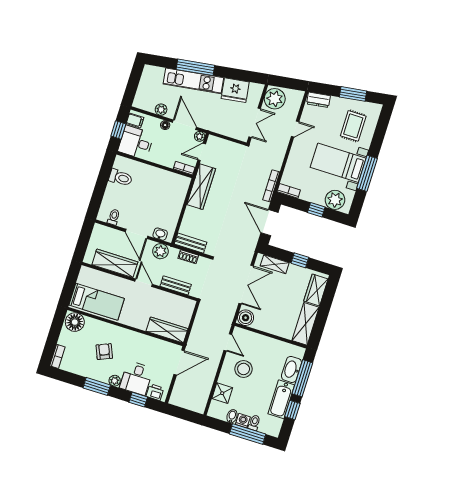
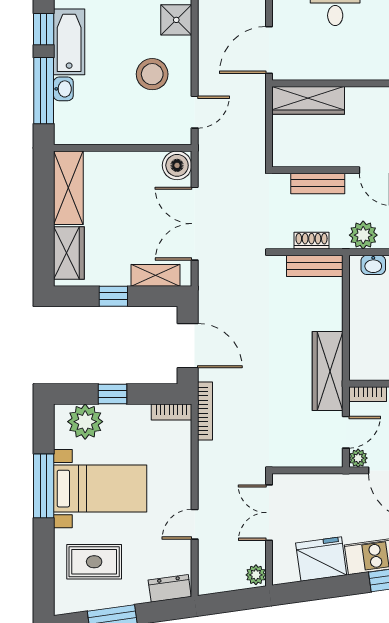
plant: (275, 99) -> (256, 575), width x0.53, depth x0.53
rug: (353, 126) -> (94, 562), turned 90
door: (228, 342) -> (195, 112), swing flipped
washbasin: (291, 369) -> (63, 89), width x0.52, depth x0.69

